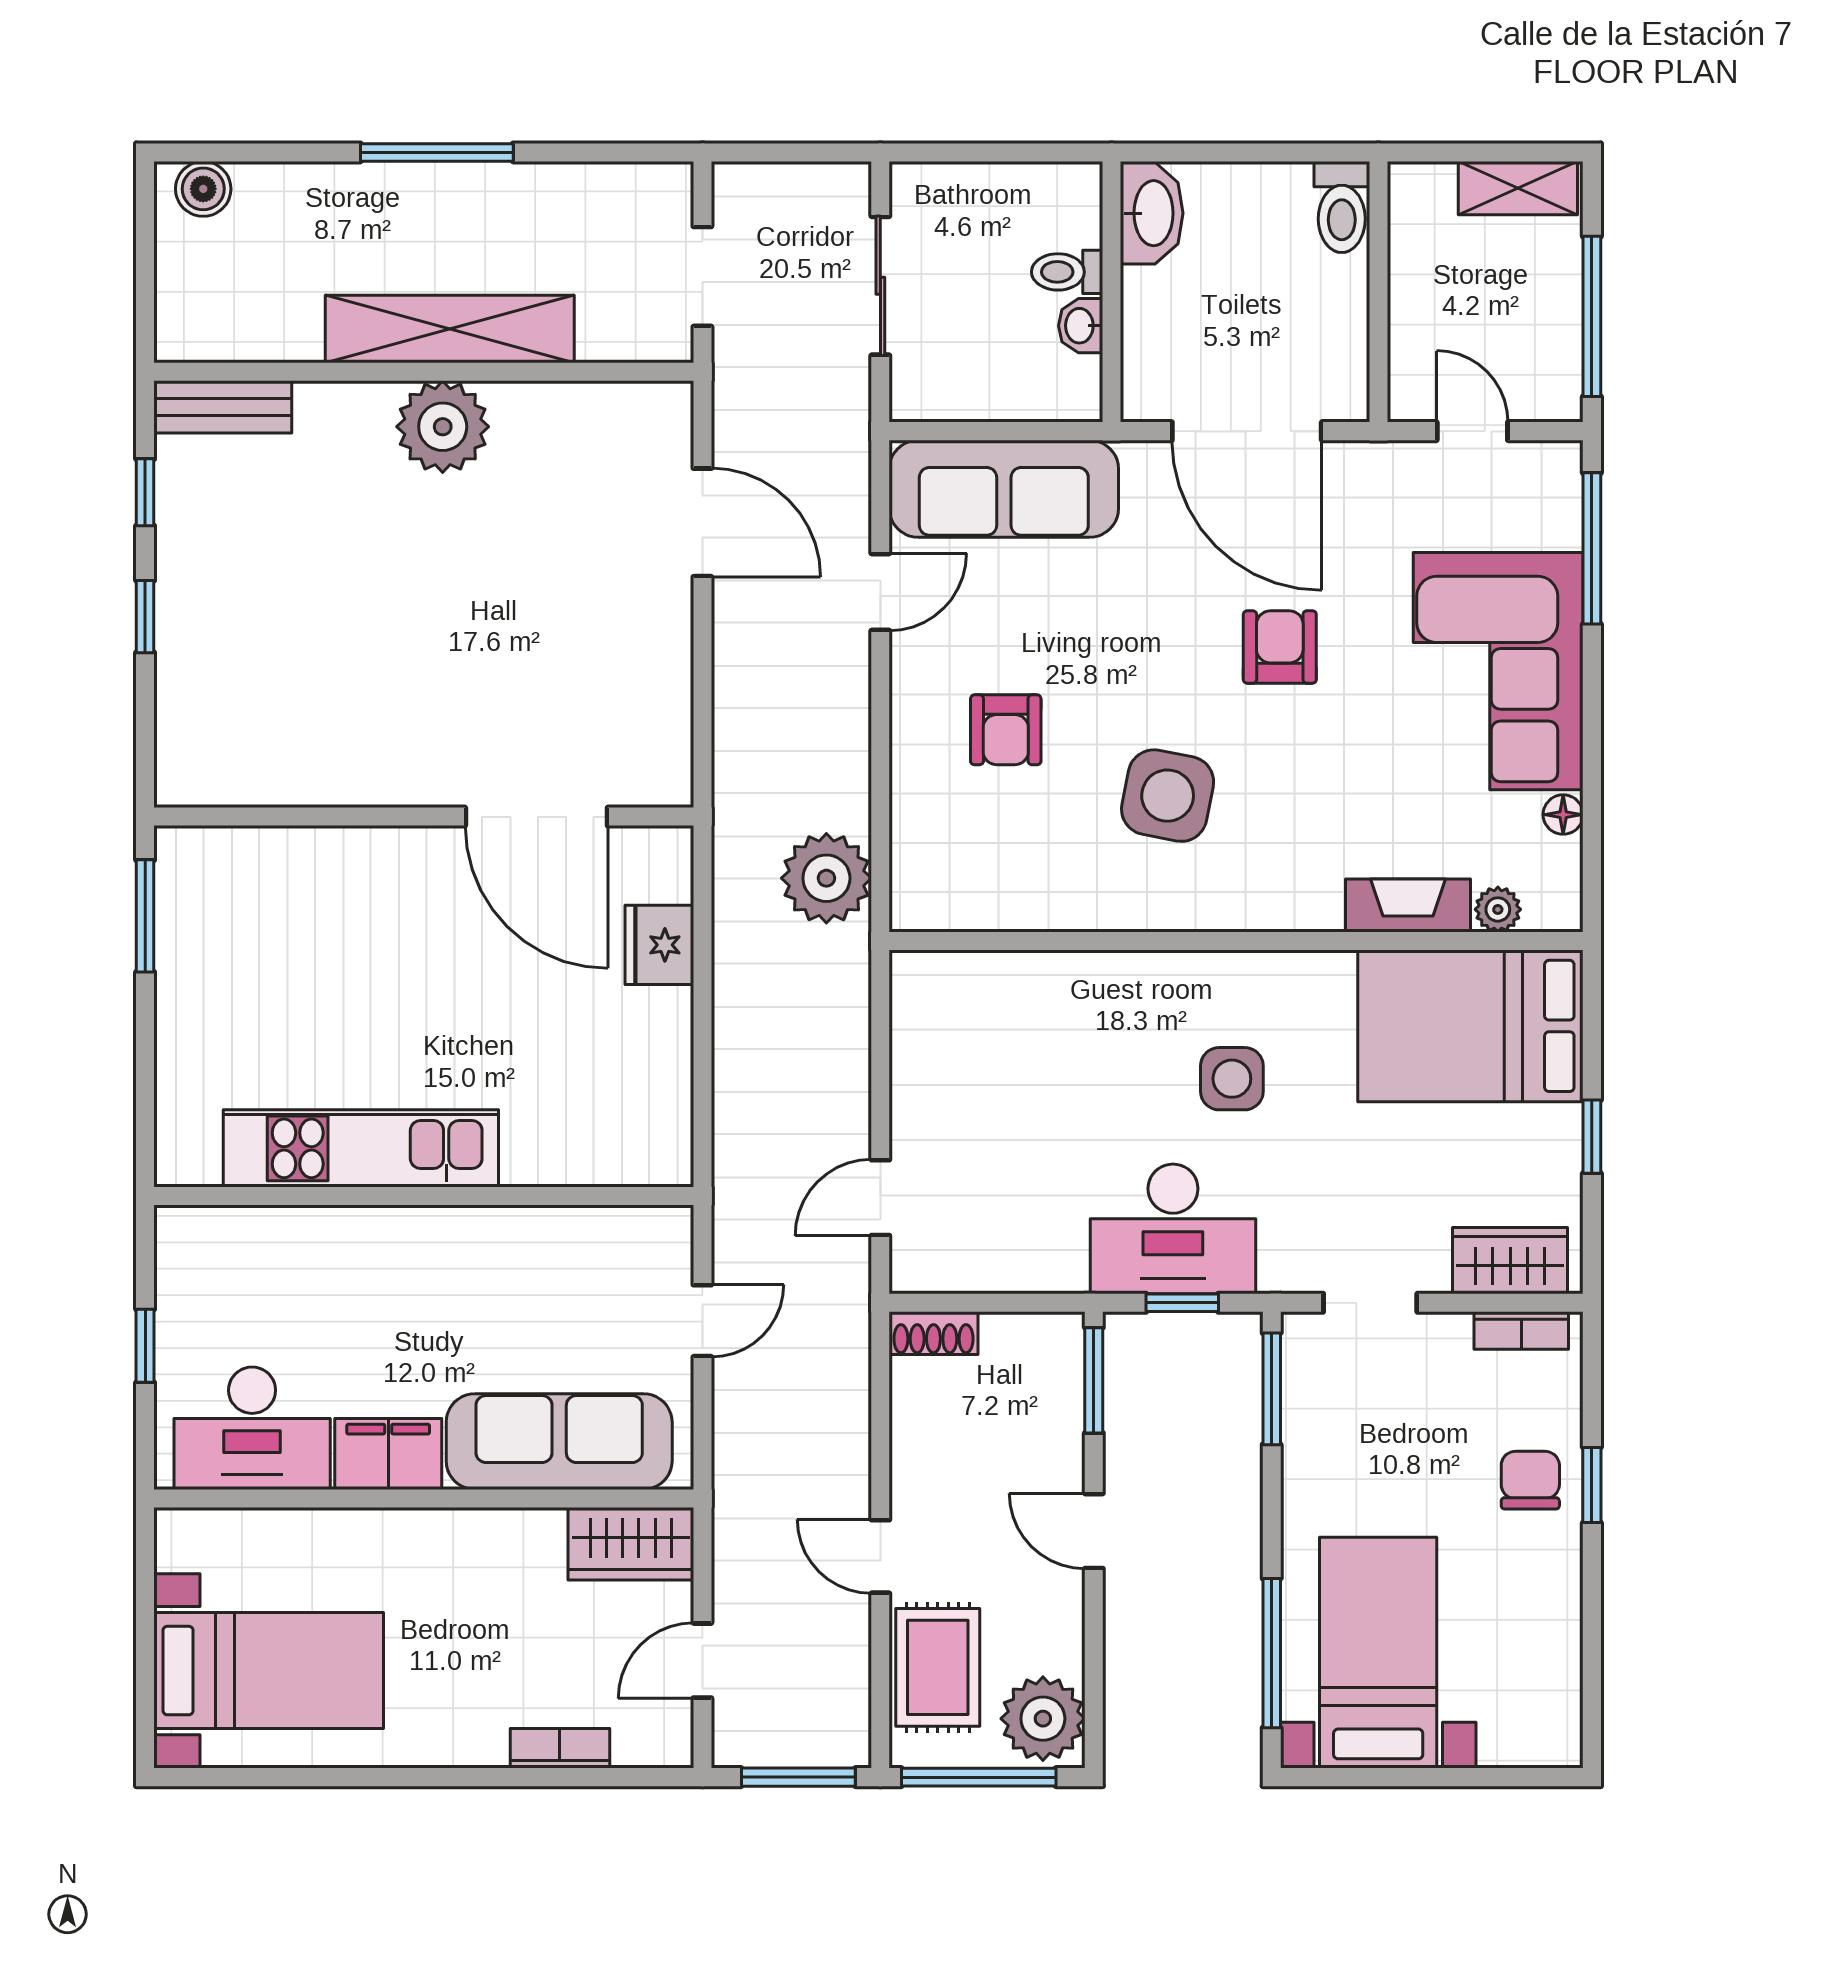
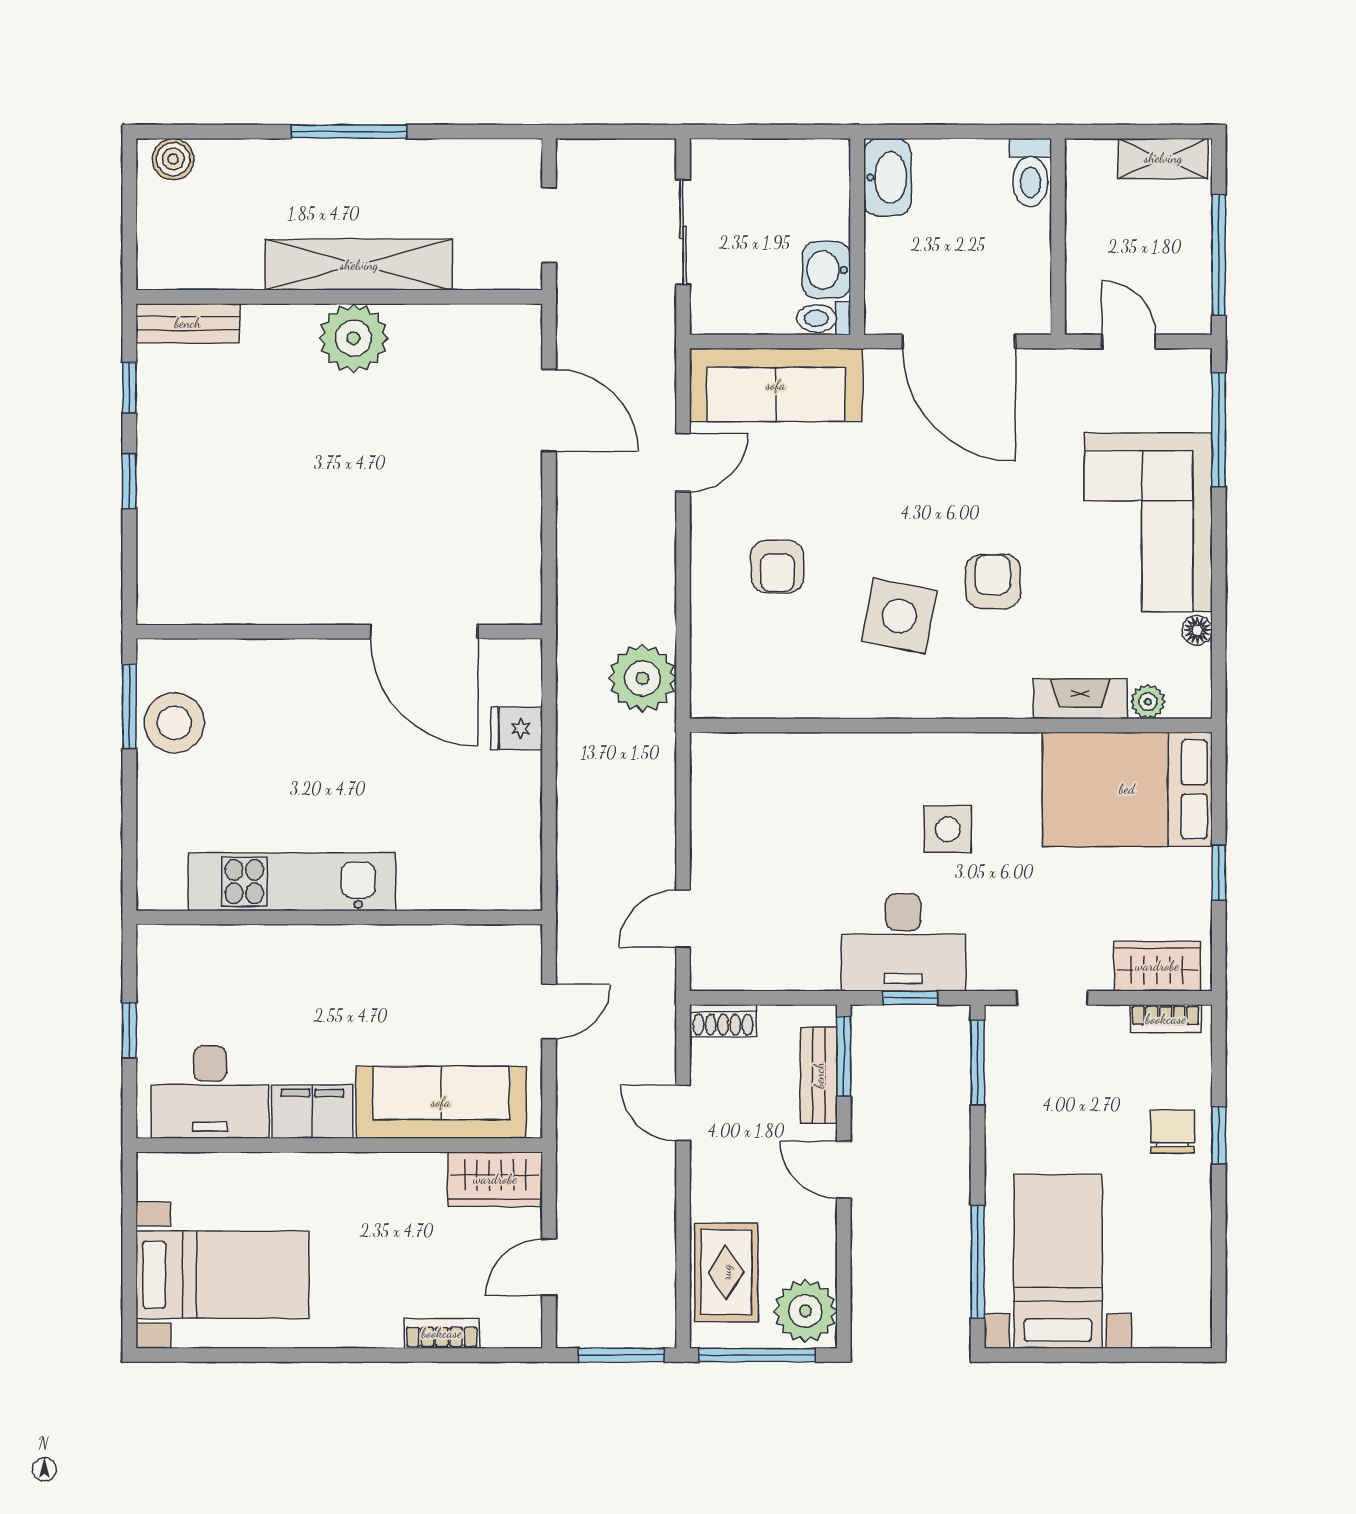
toilet: (1067, 272) -> (824, 318), moved
washbasin: (1081, 326) -> (826, 270), width x1.38, depth x1.45
armchair: (1280, 647) -> (993, 581), moved
stool: (205, 937) -> (174, 723), added
fridge: (659, 945) -> (517, 728), width x0.72
bench: (1061, 1406) -> (819, 1075), added
door: (880, 1556) -> (683, 1113), moved

